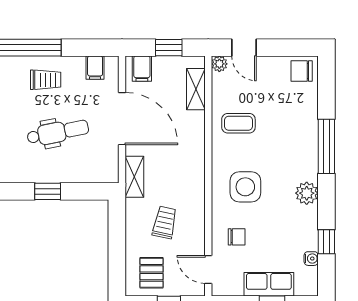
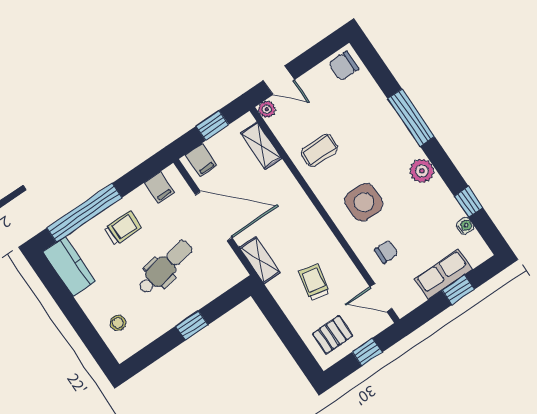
pallet: (152, 273) -> (333, 335), turned 90

